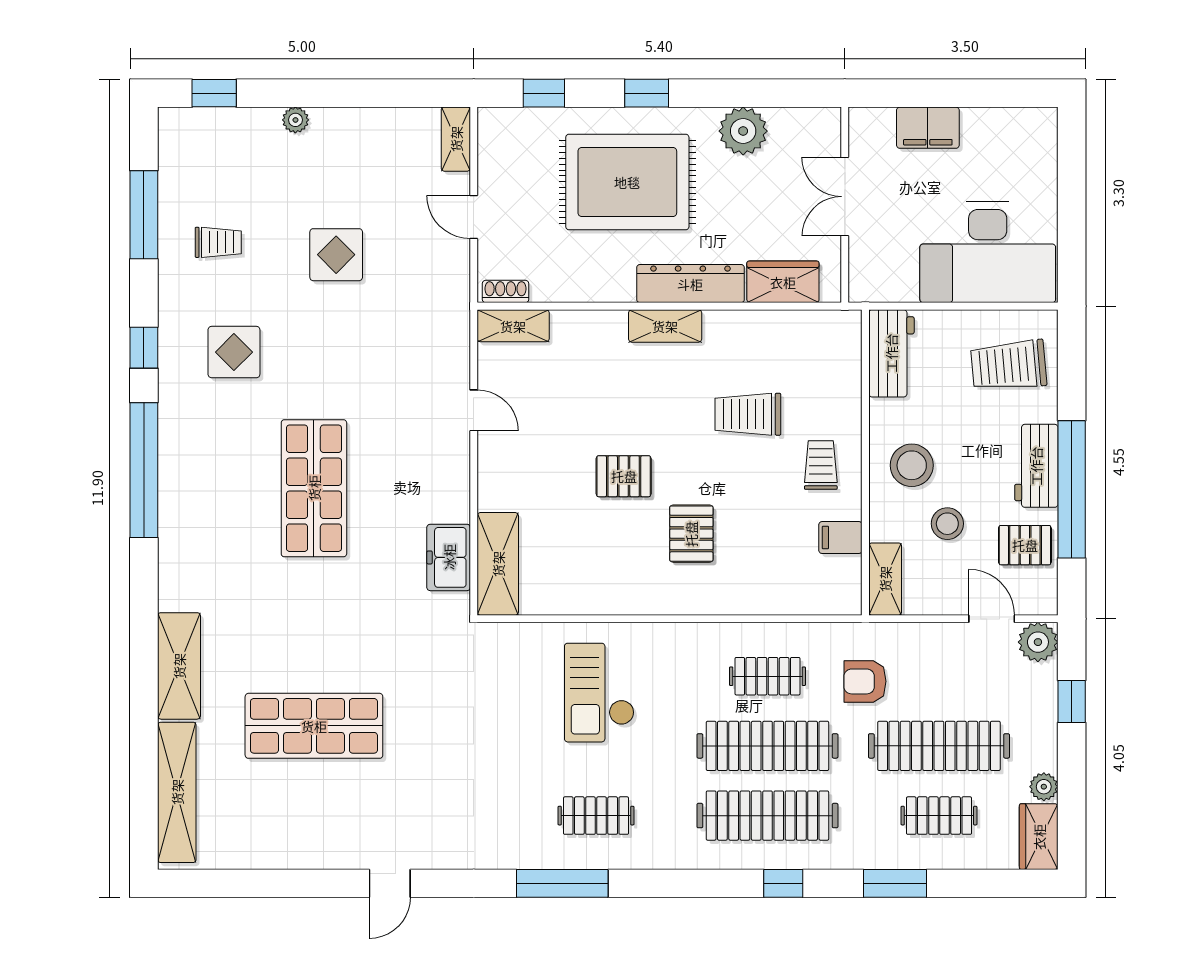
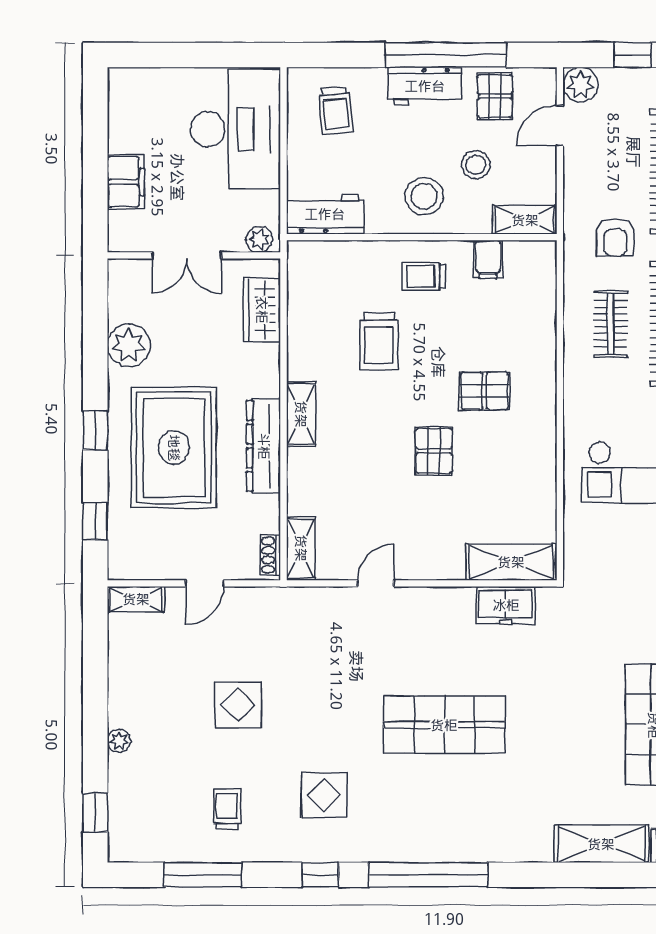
plant: (863, 279) -> (259, 239), added
dresser: (690, 284) -> (264, 446), moved
trolley: (1009, 365) -> (336, 110), width x0.73, depth x0.72

